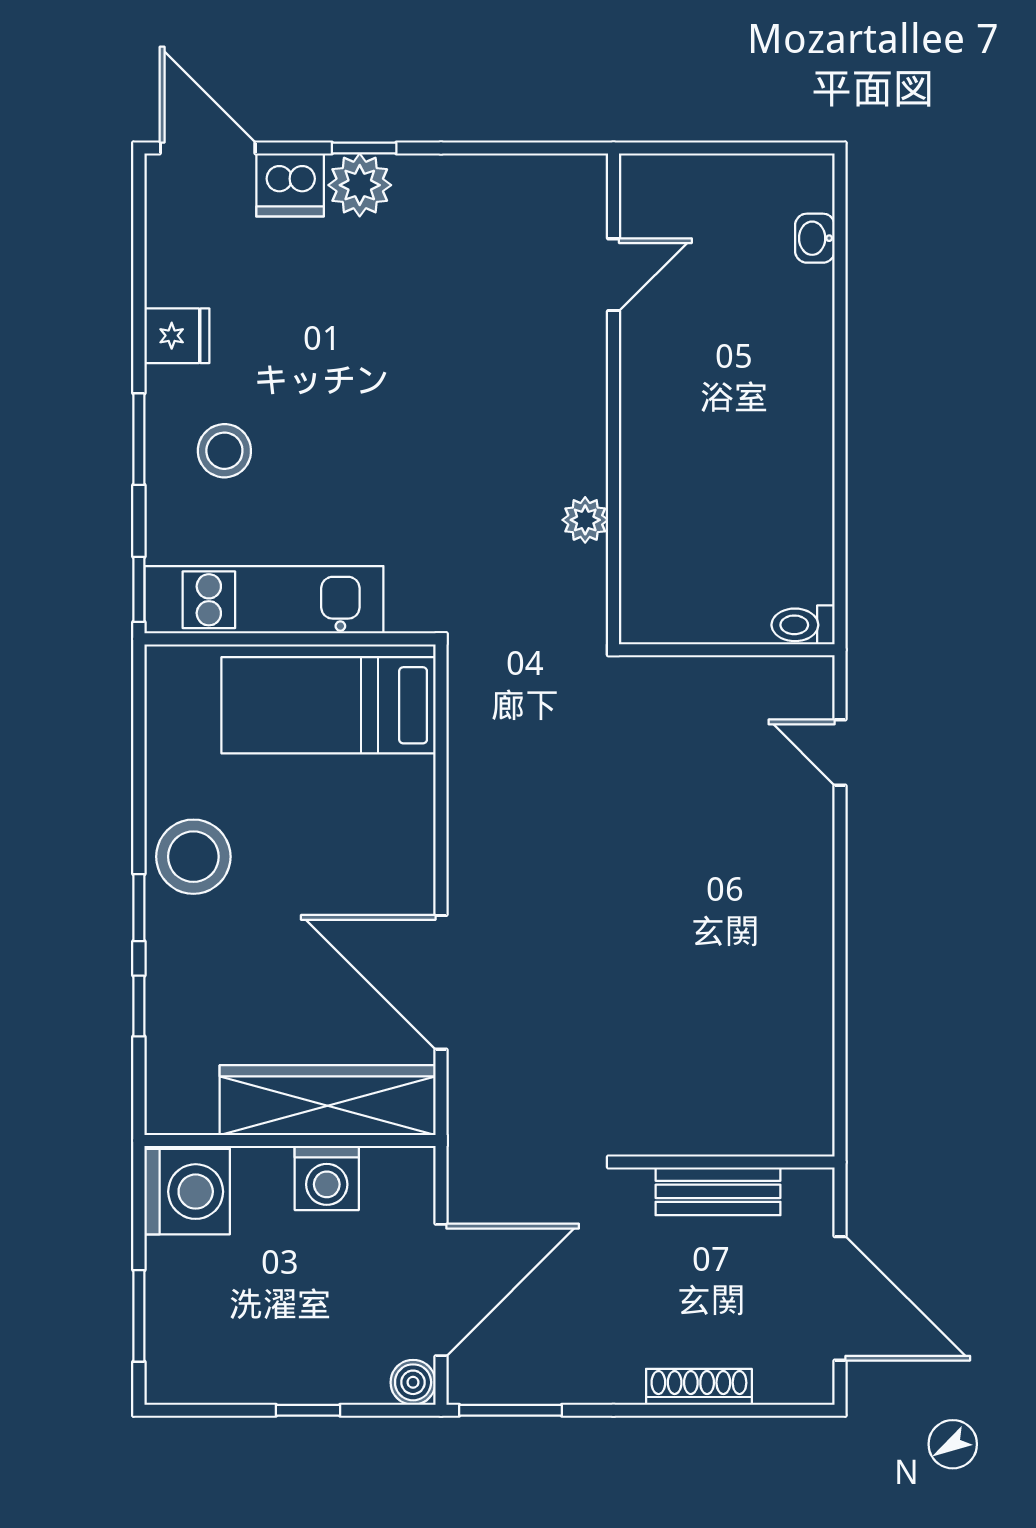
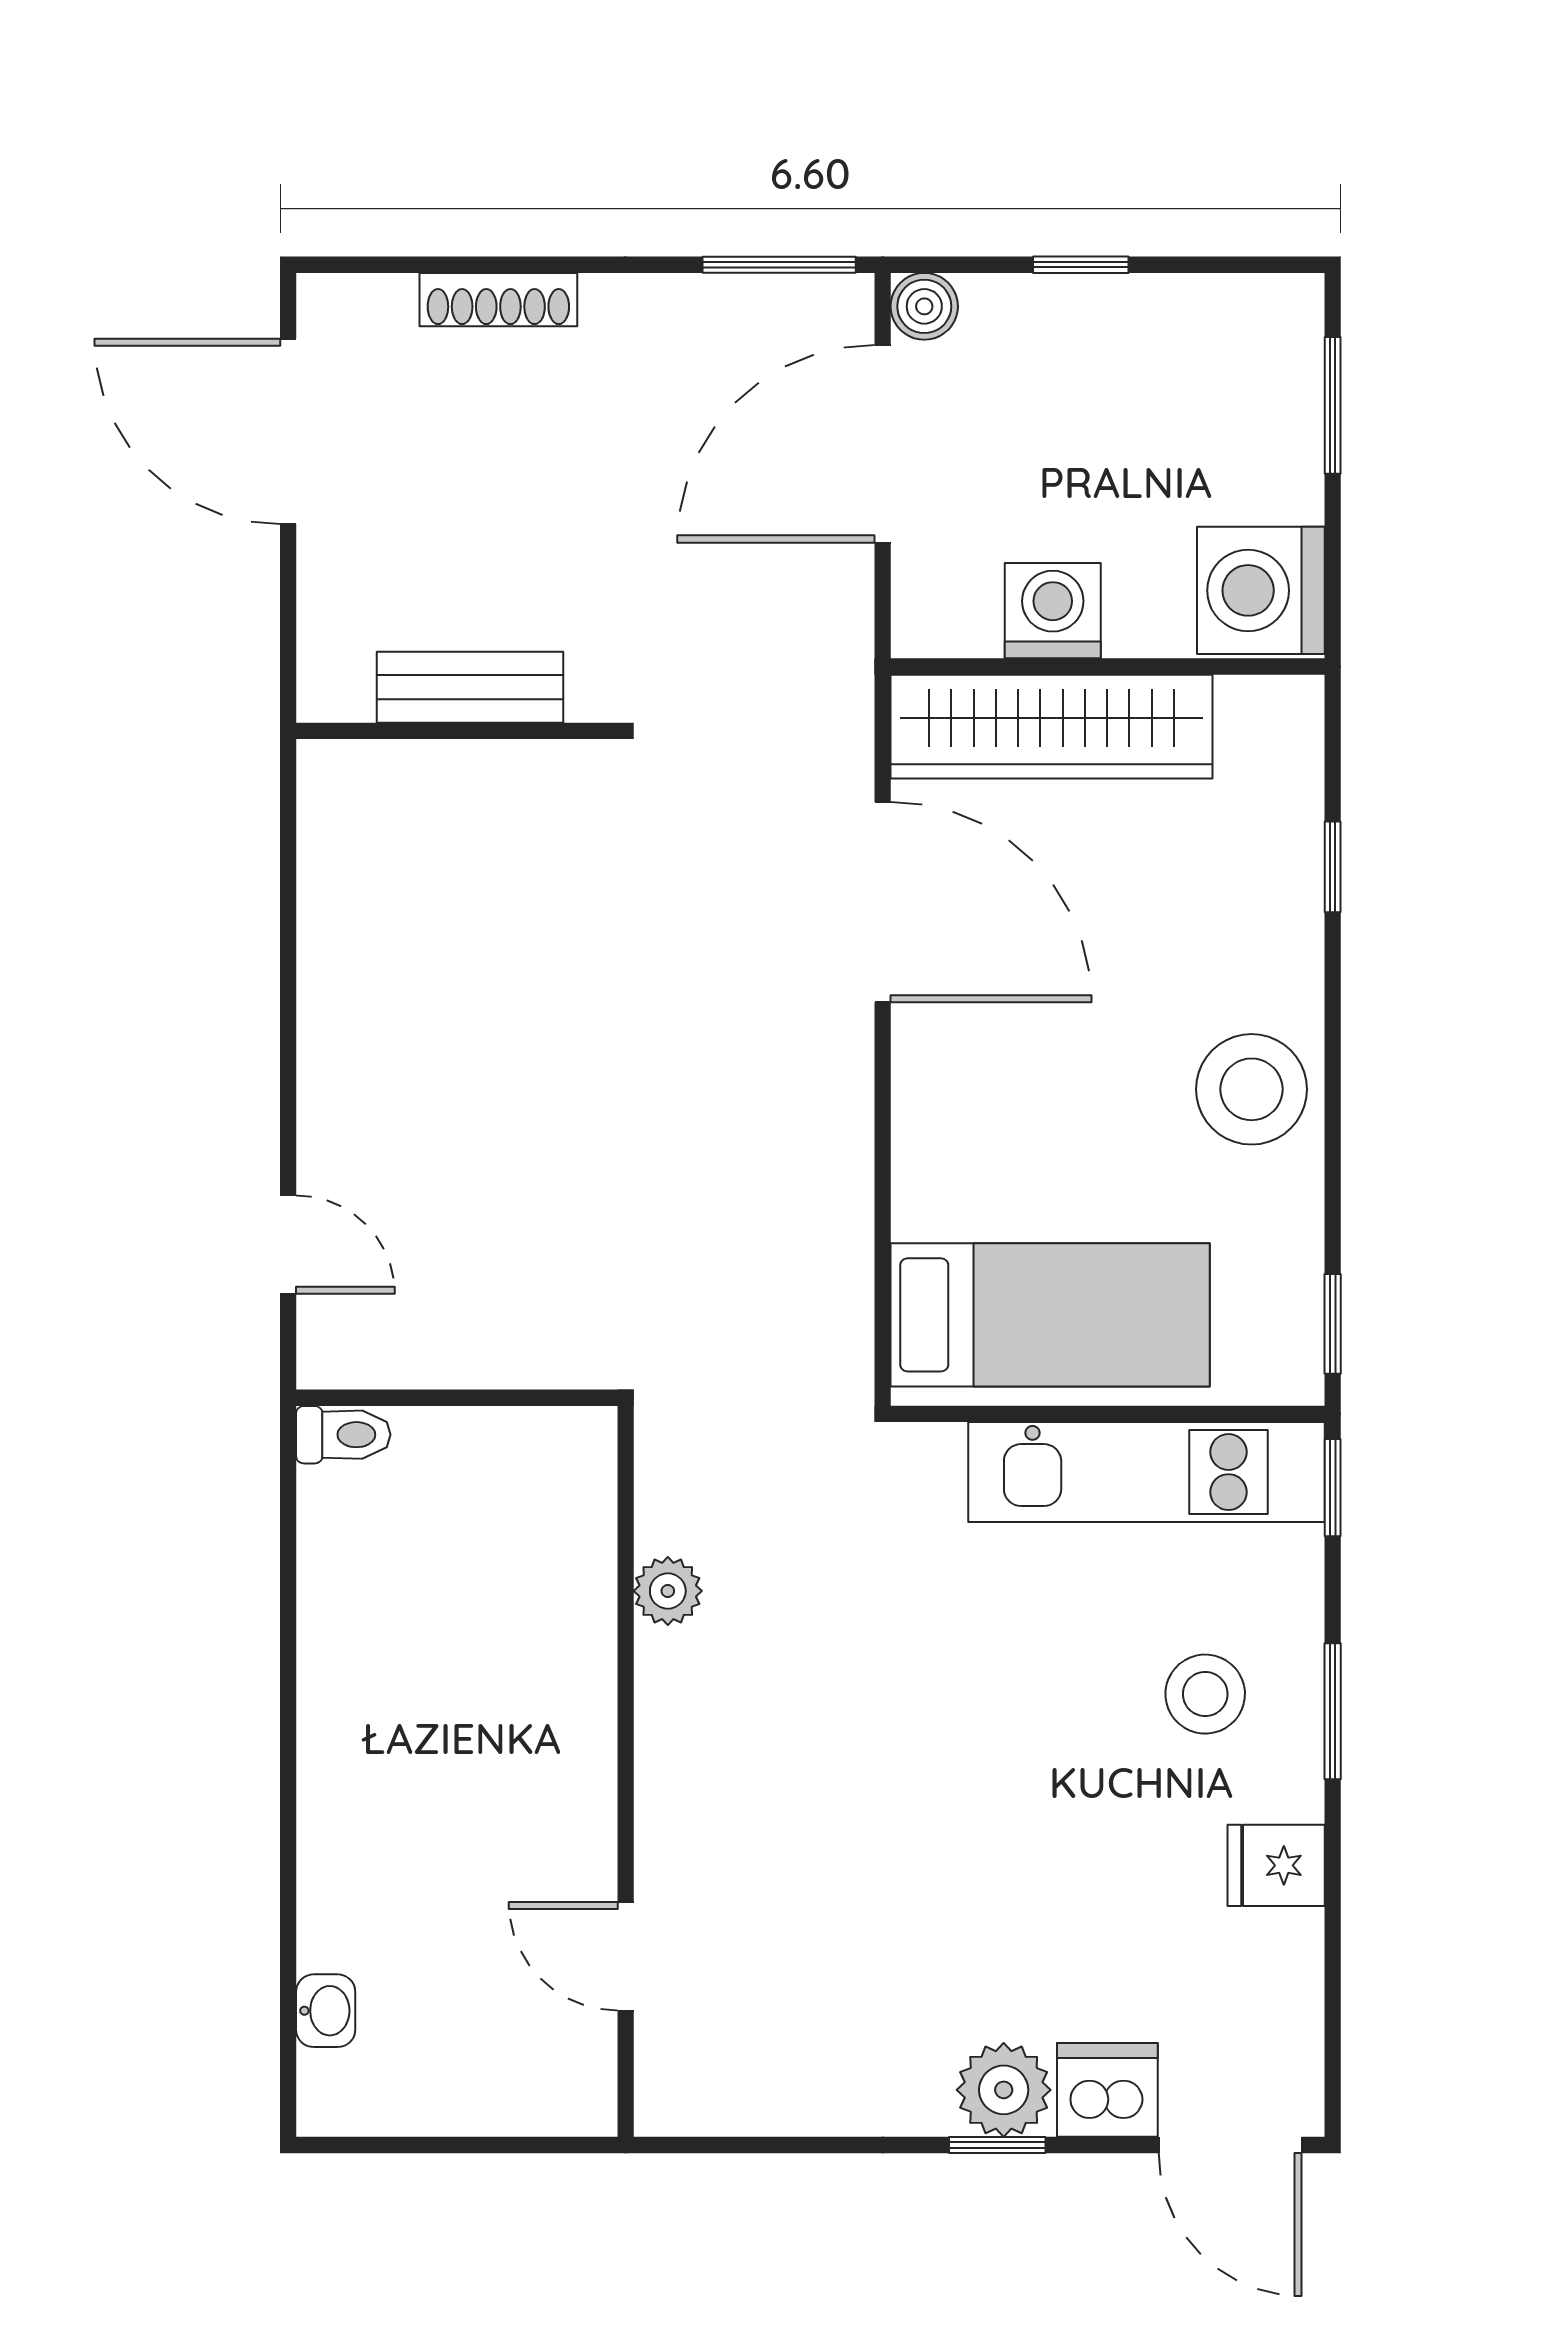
door: (614, 275) -> (626, 1956), hinge flipped
window: (139, 908) -> (1333, 1324), moved
wall: (727, 1162) -> (457, 731), moved
bench: (718, 1191) -> (470, 687), moved

